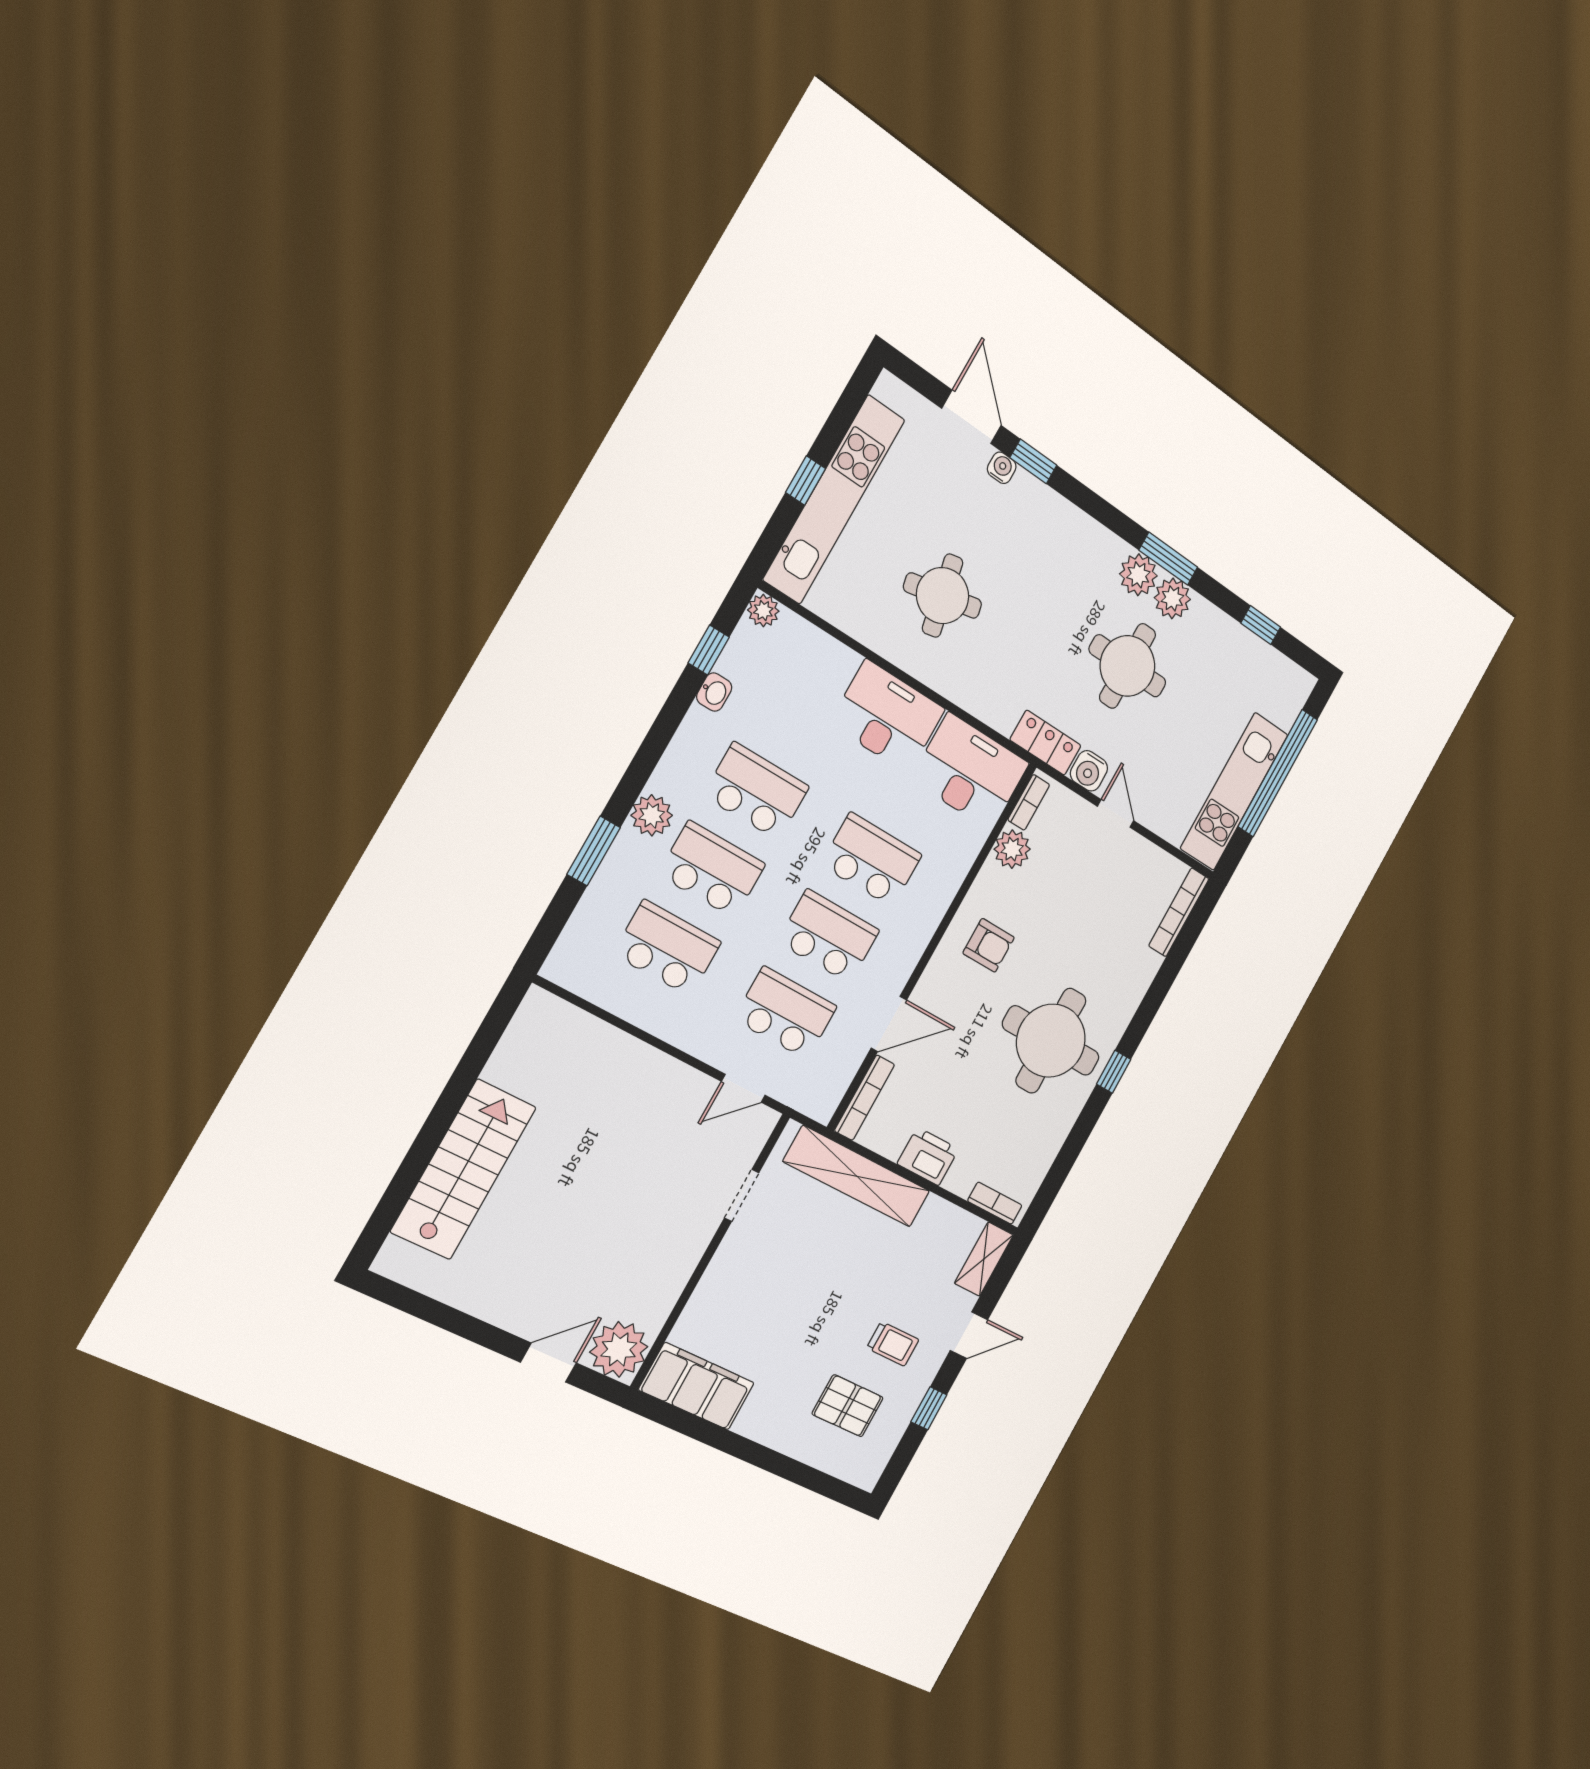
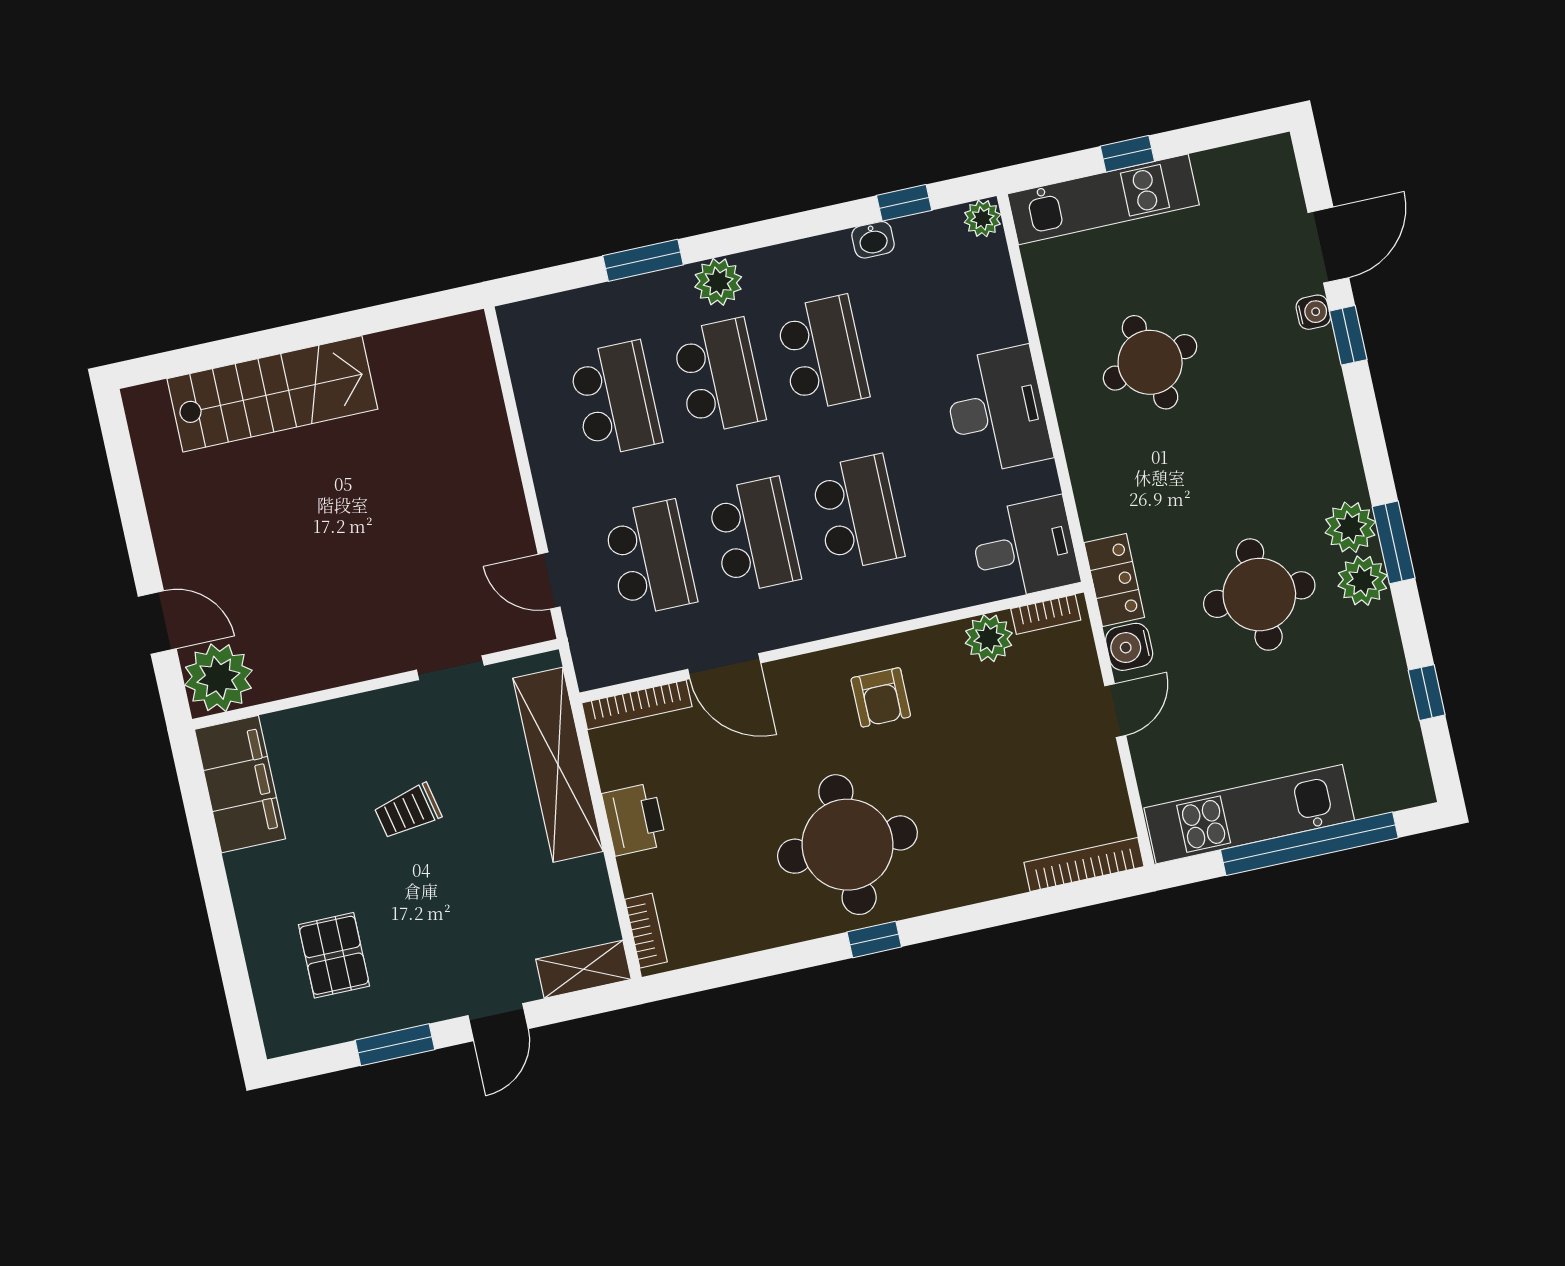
kitchen unit: (834, 499) -> (1103, 199), width x0.73
desk: (970, 772) -> (1024, 548), width x0.73
door: (969, 1335) -> (498, 1022), hinge flipped
trolley: (893, 1344) -> (408, 811), moved, turned 78
window: (929, 1408) -> (395, 1045), width x1.50

